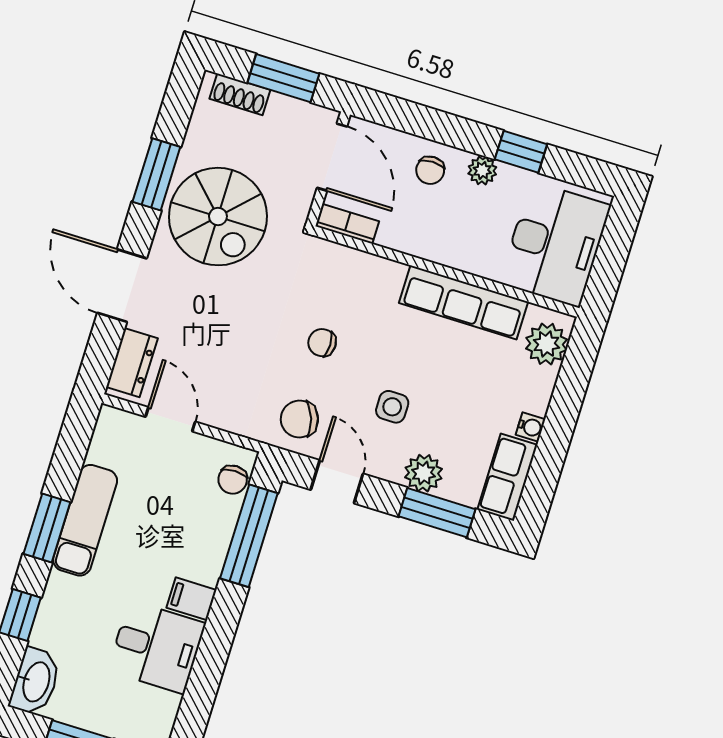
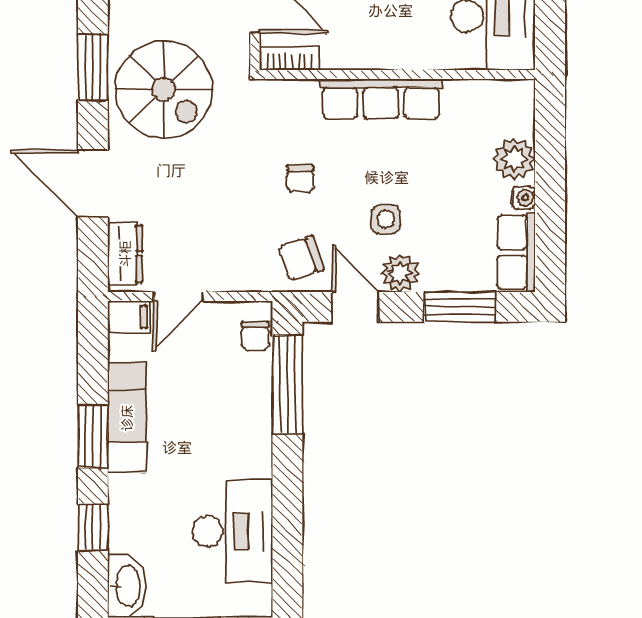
row of seats: (463, 302) -> (381, 99), moved
chair: (322, 343) -> (300, 179), turned -90
plant: (546, 344) -> (514, 159), moved
door: (170, 419) -> (178, 296), swing flipped
plant: (424, 473) -> (400, 273), moved
filing cabinet: (192, 599) -> (129, 317), moved, turned 180
desk: (157, 647) -> (232, 531), width x1.37

